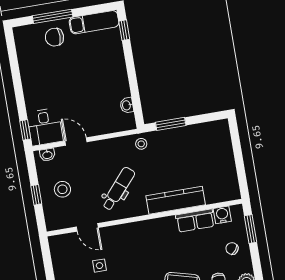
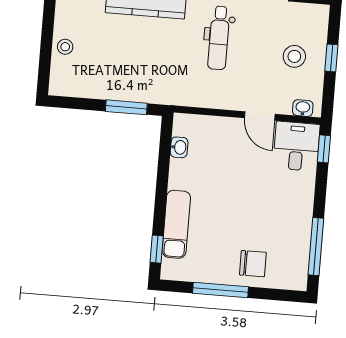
window: (53, 16) -> (220, 290), moved
exam couch: (94, 22) -> (176, 224), moved, turned 90
window: (13, 60) -> (316, 247), added
stool: (141, 144) -> (65, 47), moved
dental chair: (118, 189) -> (219, 38), turned -41

